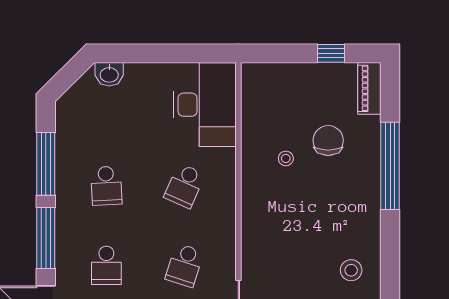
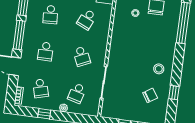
school desk: (185, 265) -> (82, 56), turned -42

